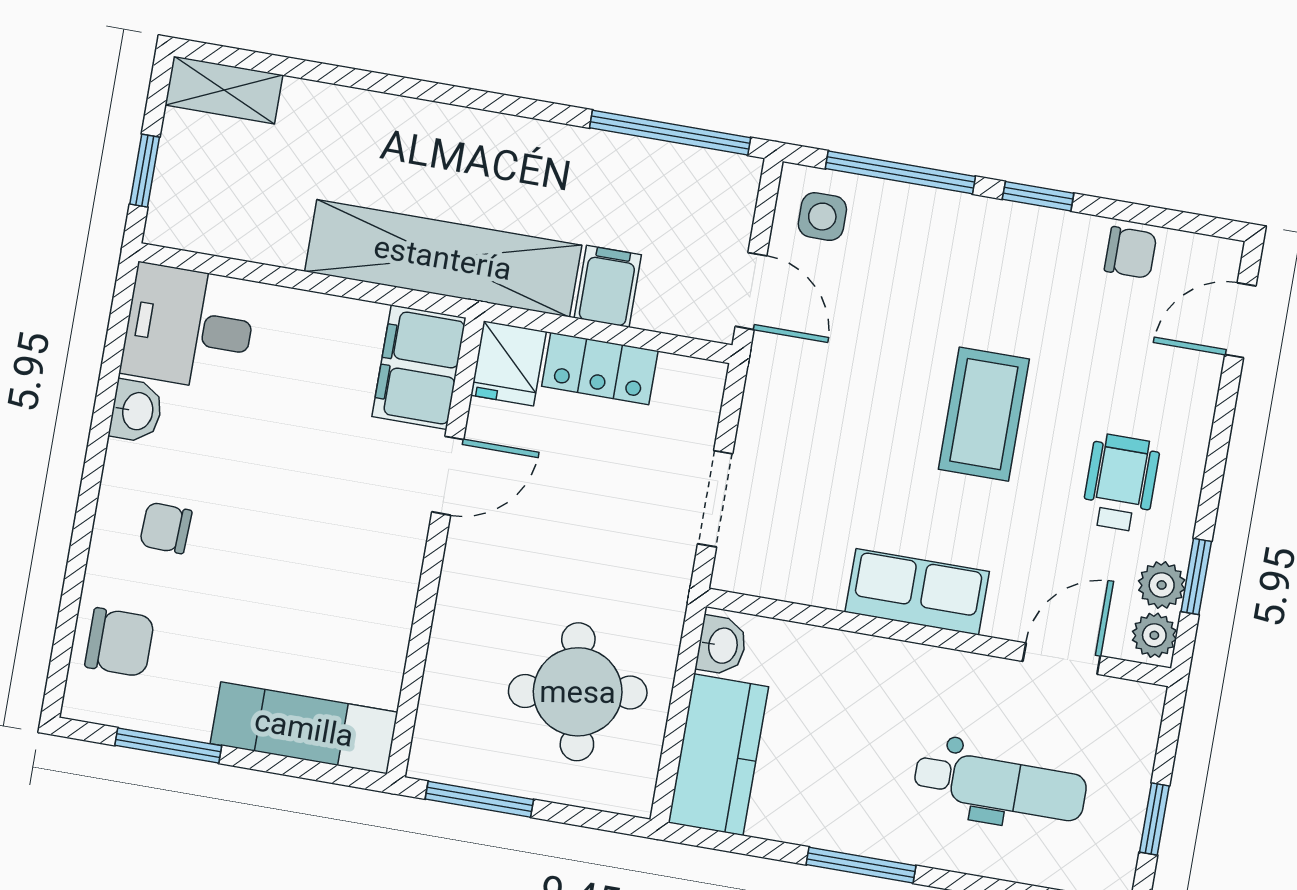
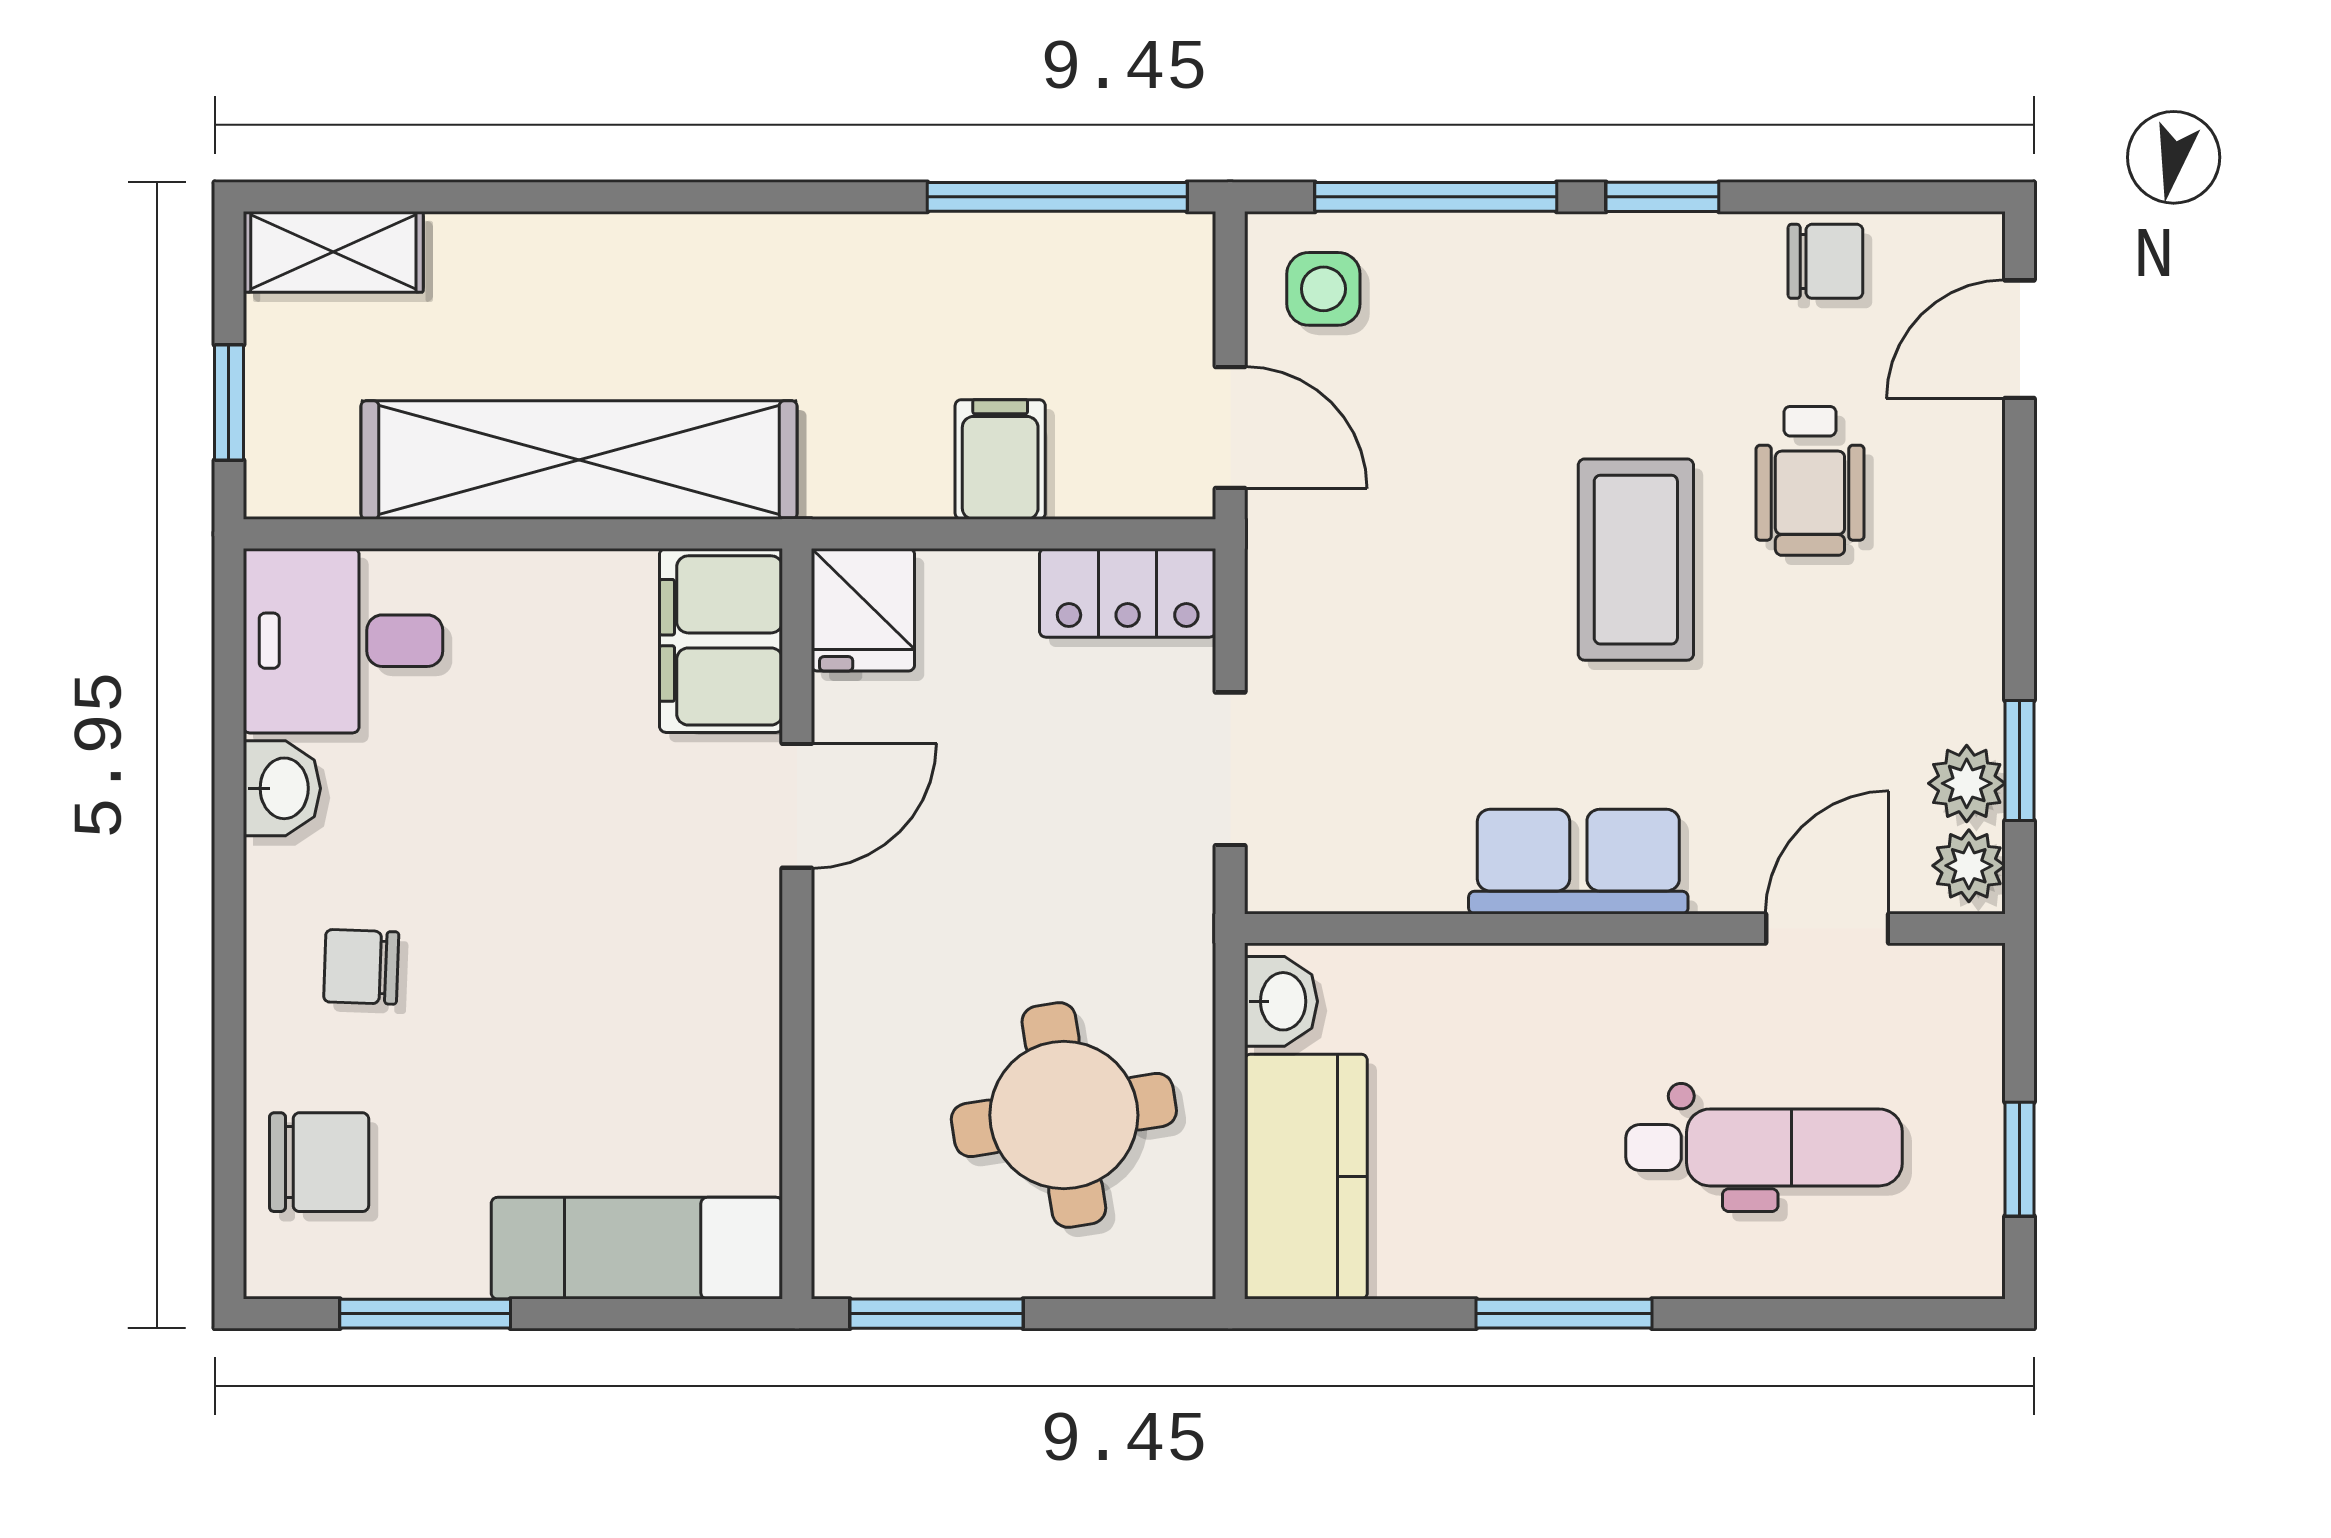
shelving: (443, 258) -> (579, 460), moved
locker: (600, 368) -> (1128, 593), moved
wheelchair: (1121, 483) -> (1810, 481), moved, turned 180

